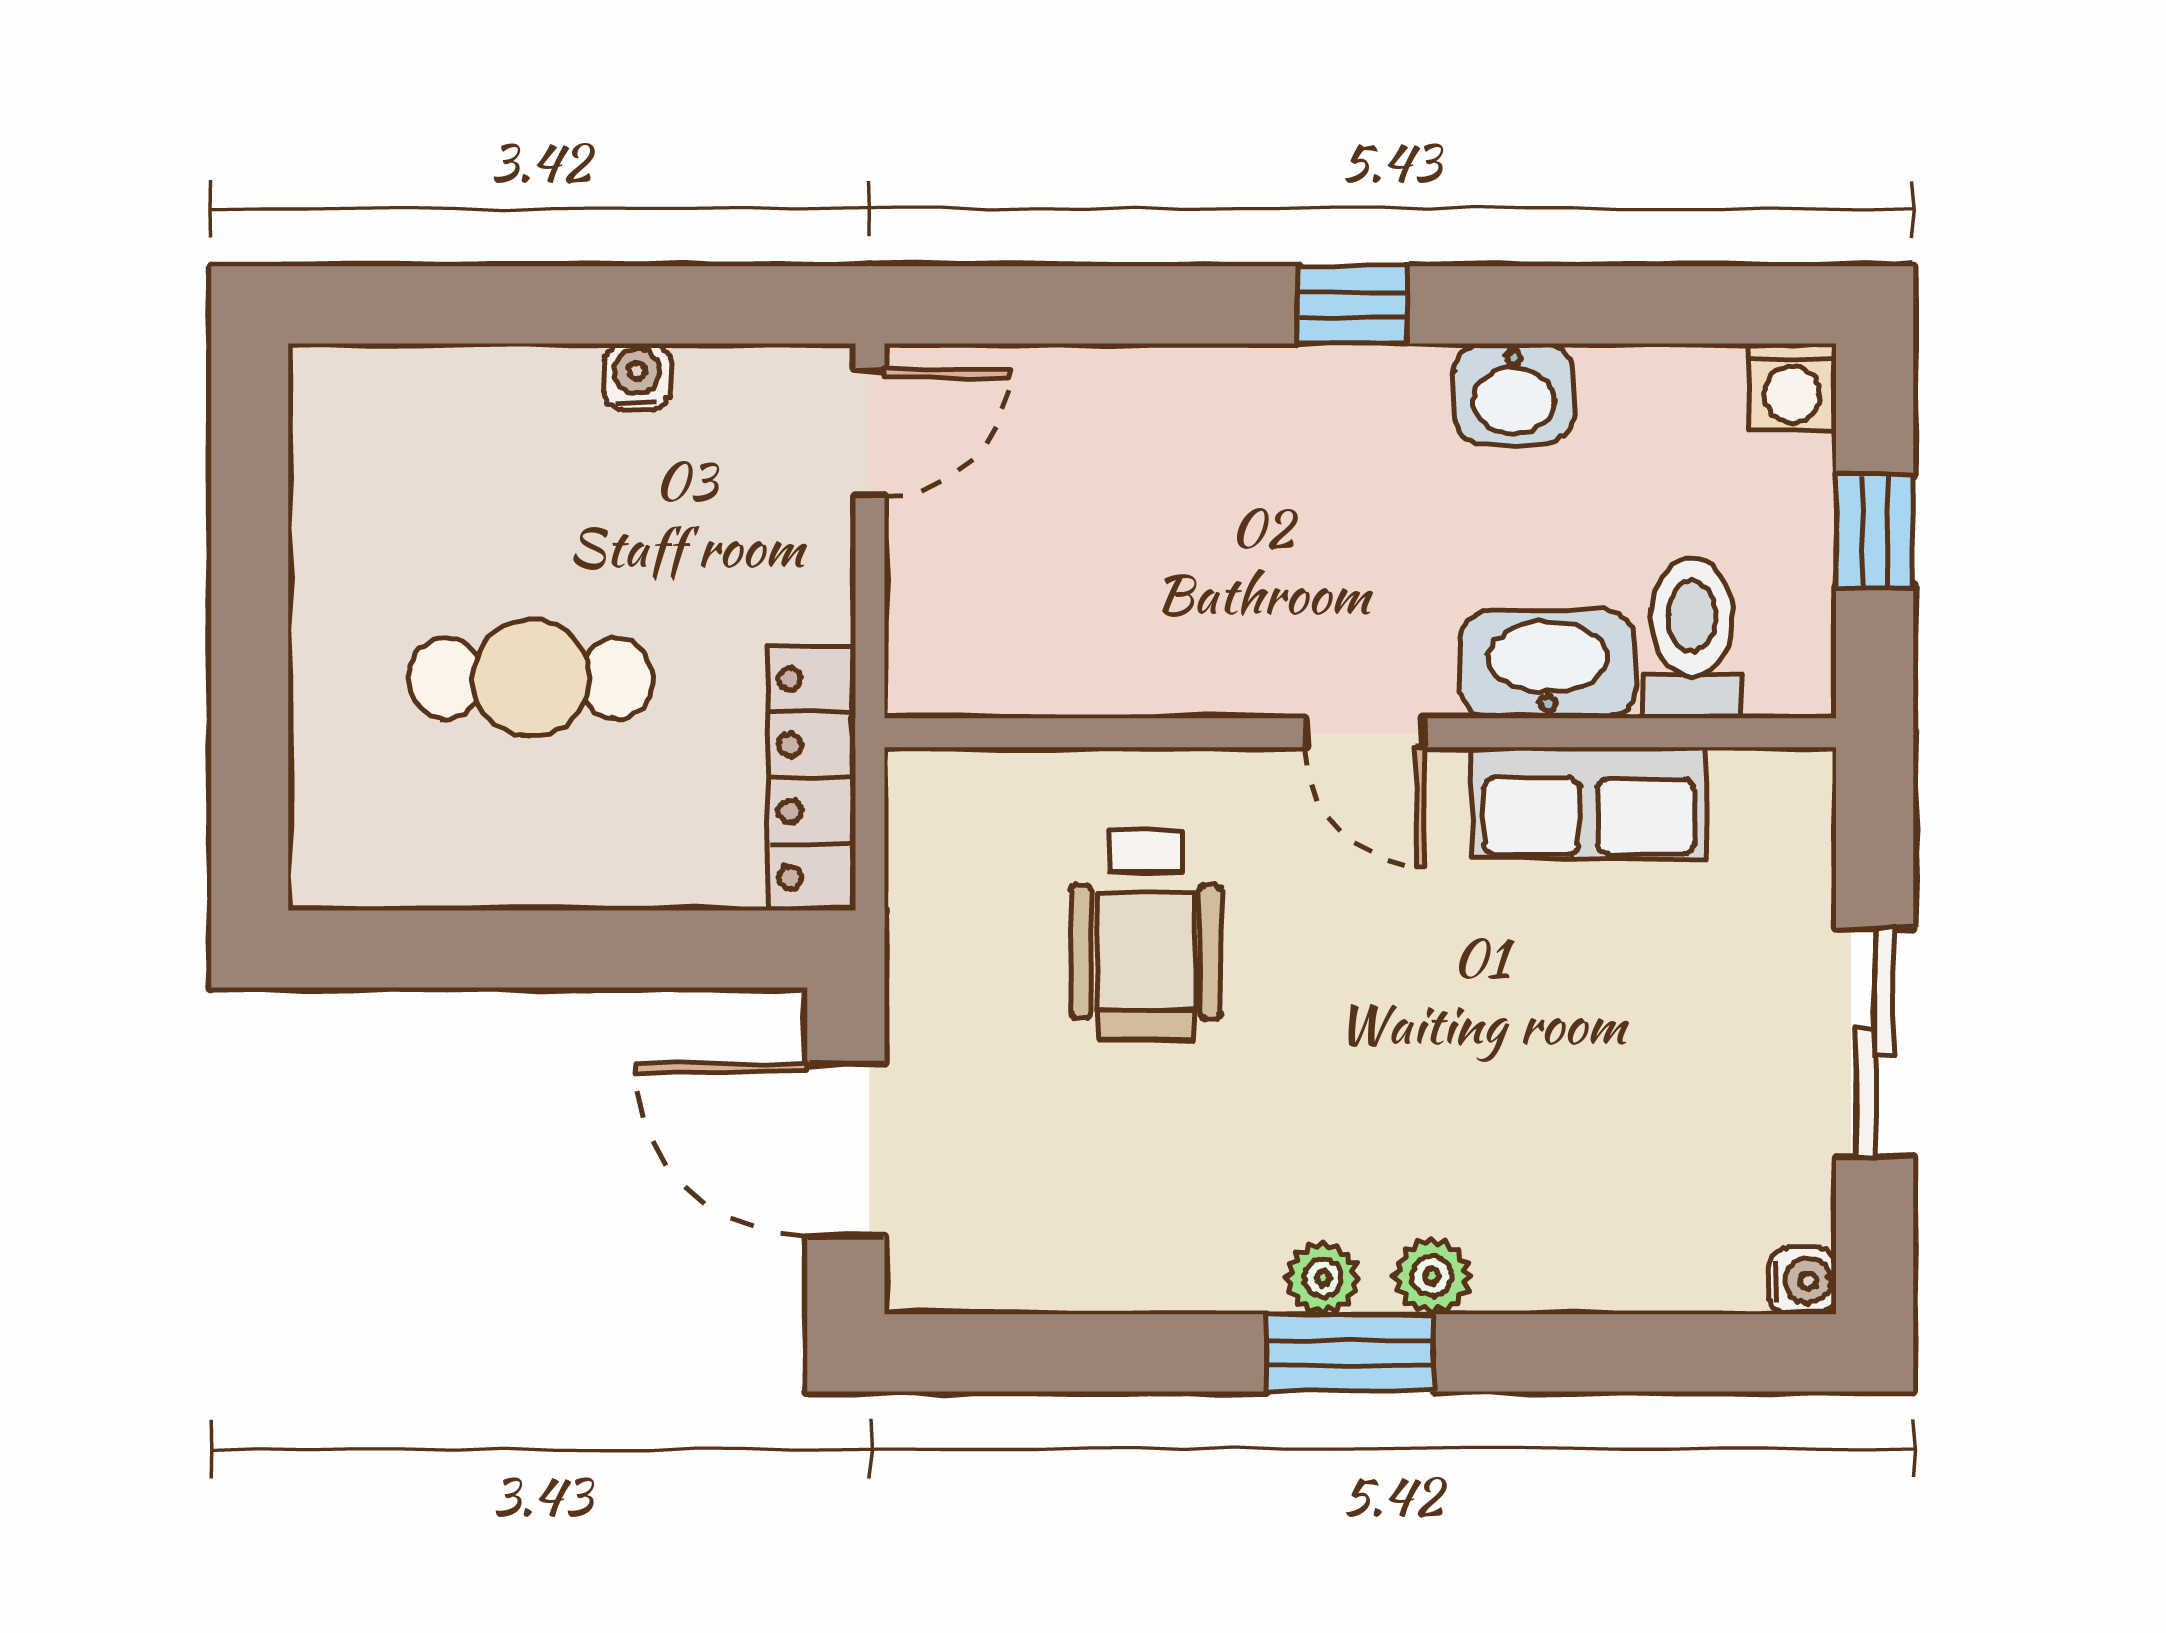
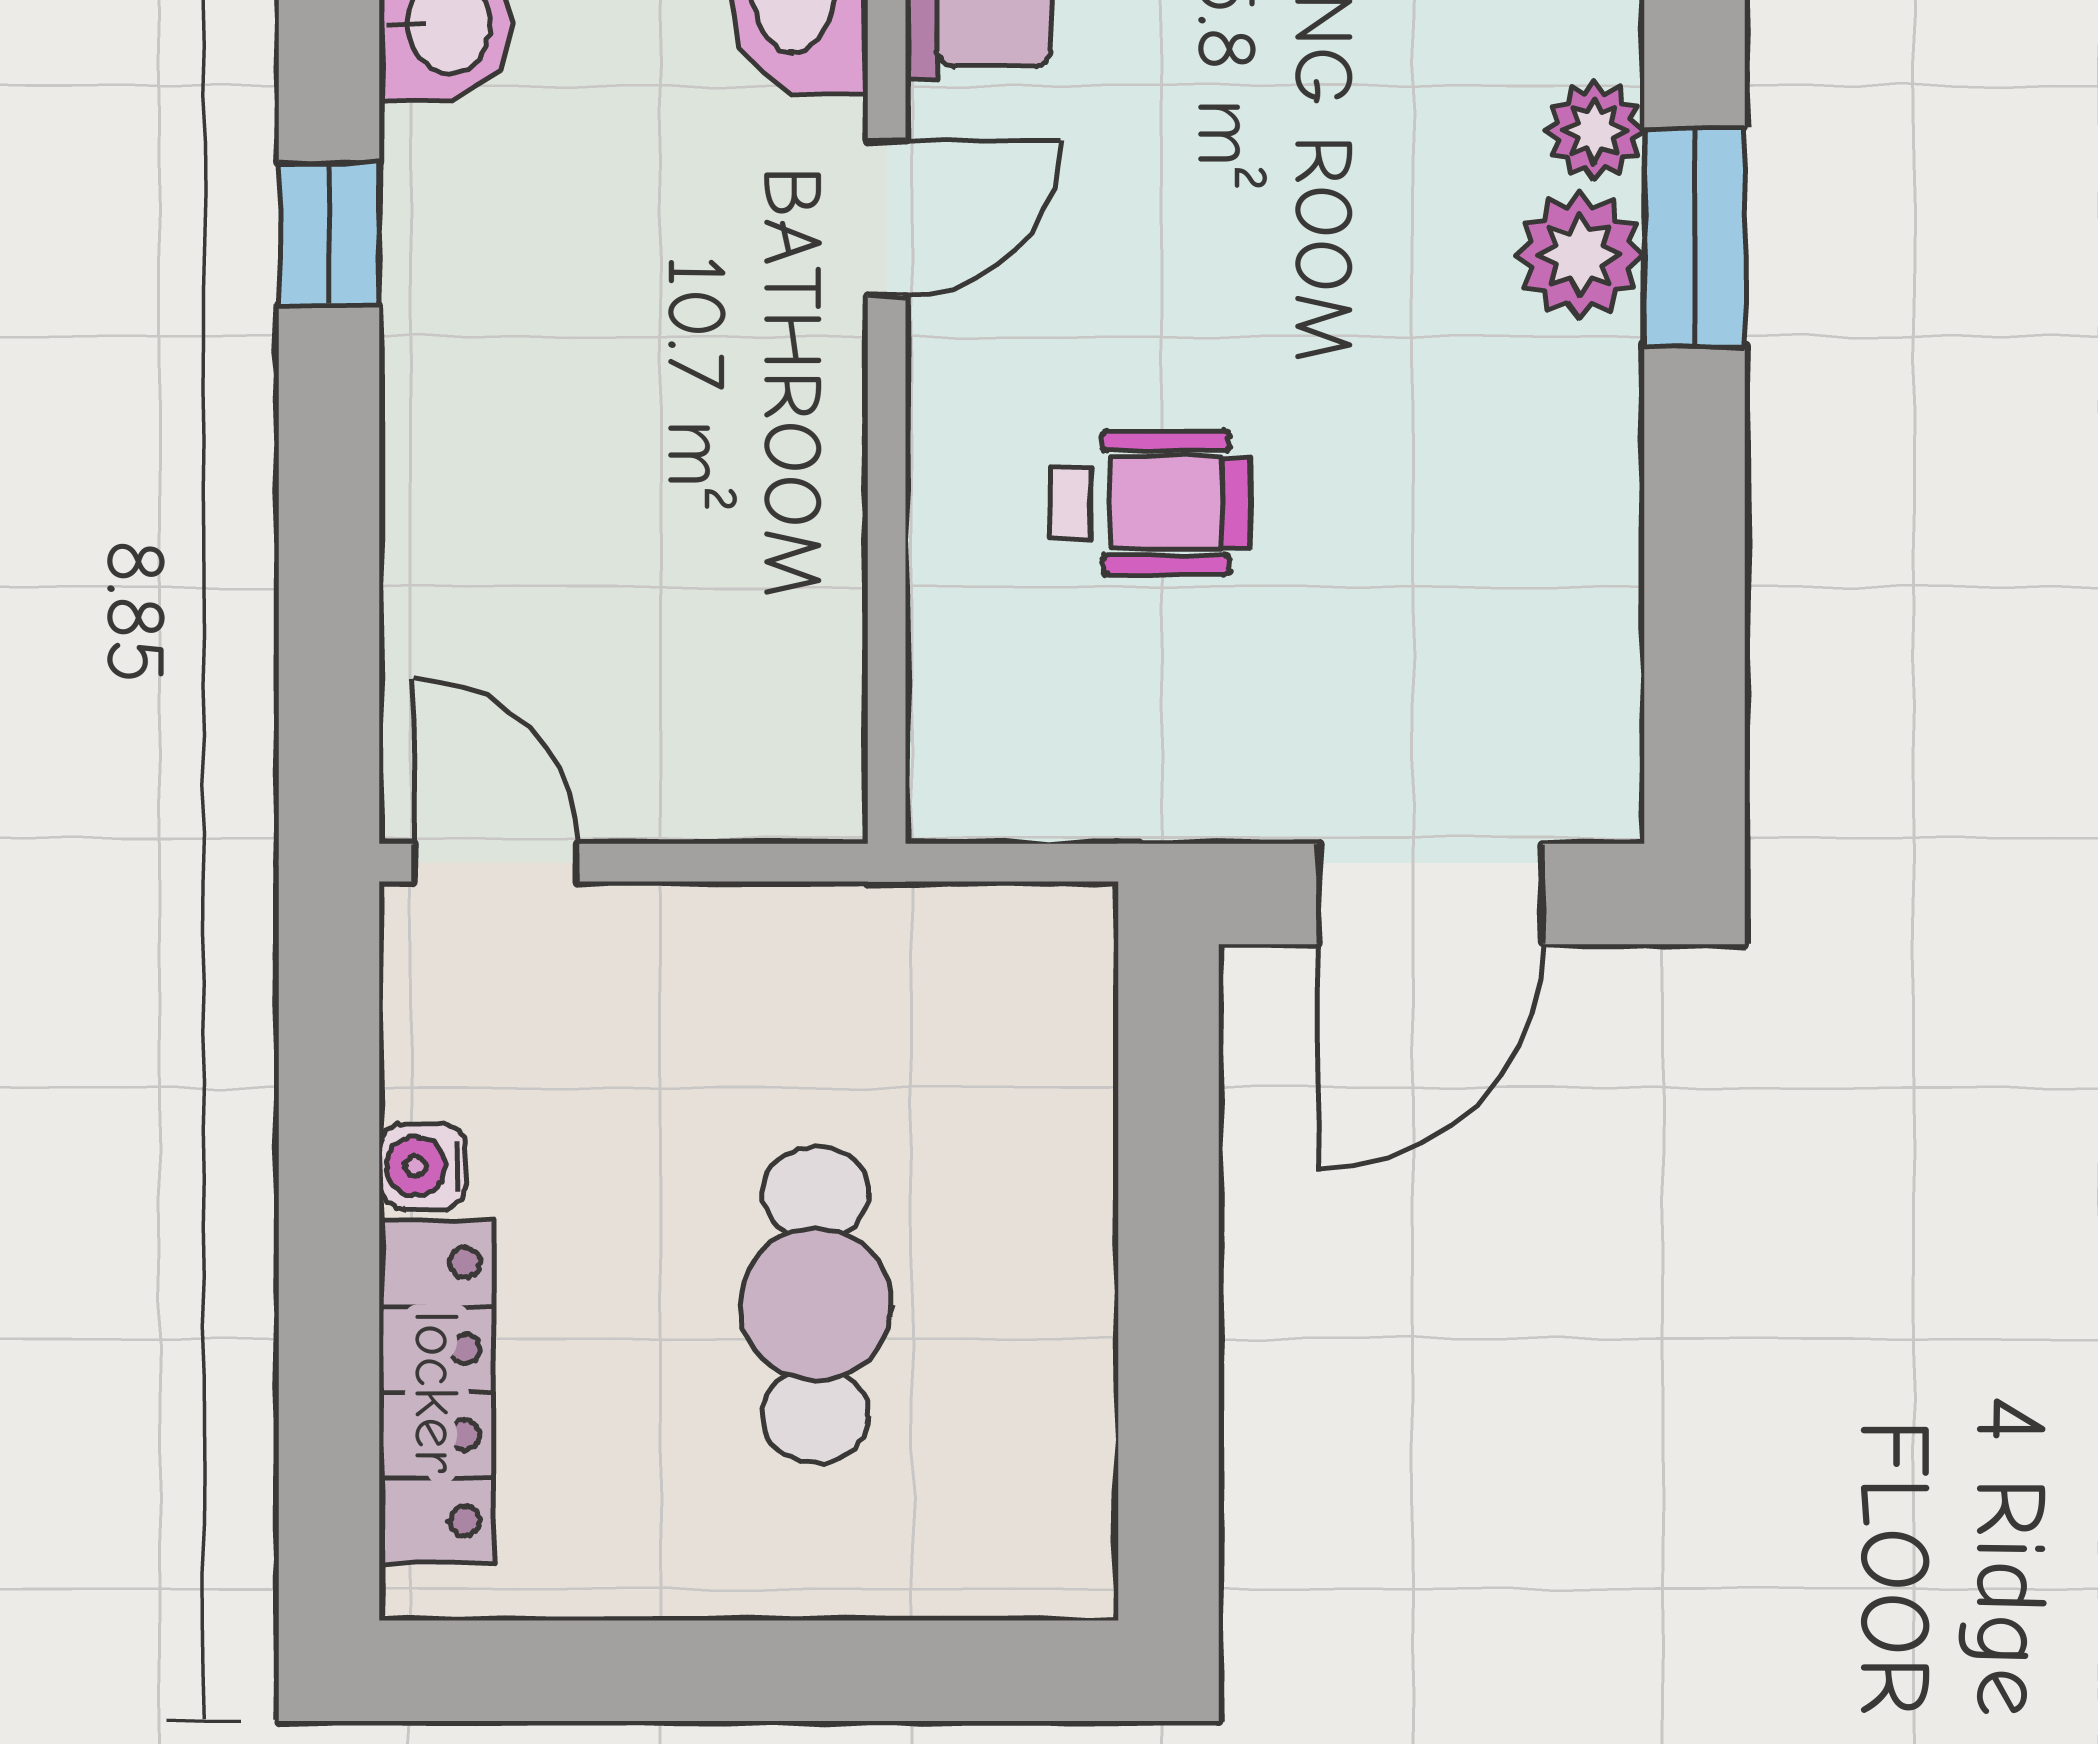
locker: (812, 778) -> (436, 1392), moved, turned -90
wheelchair: (1146, 935) -> (1150, 503), width x0.73, depth x0.73
plant: (1323, 1278) -> (1580, 255), width x1.38, depth x1.38

